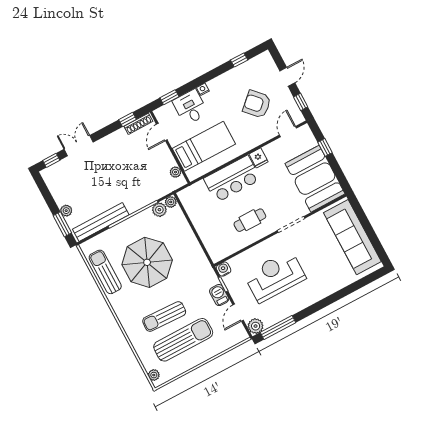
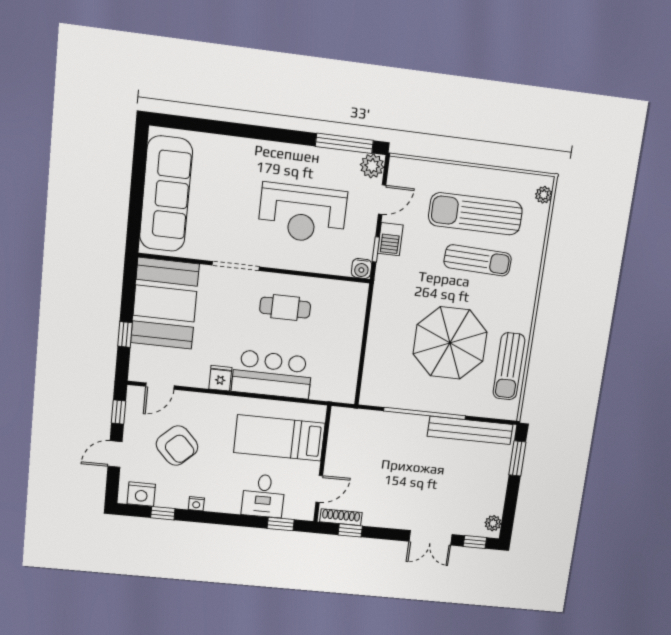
nightstand: (258, 63) -> (141, 494), added
nightstand: (203, 89) -> (196, 504), moved
plant: (176, 172) -> (337, 430), removed
plant: (171, 202) -> (368, 397), removed
plant: (159, 210) -> (389, 397), removed
plant: (66, 211) -> (493, 523), moved

